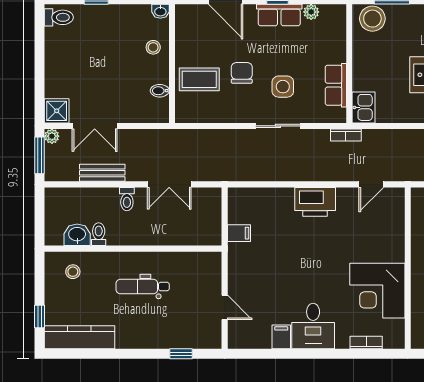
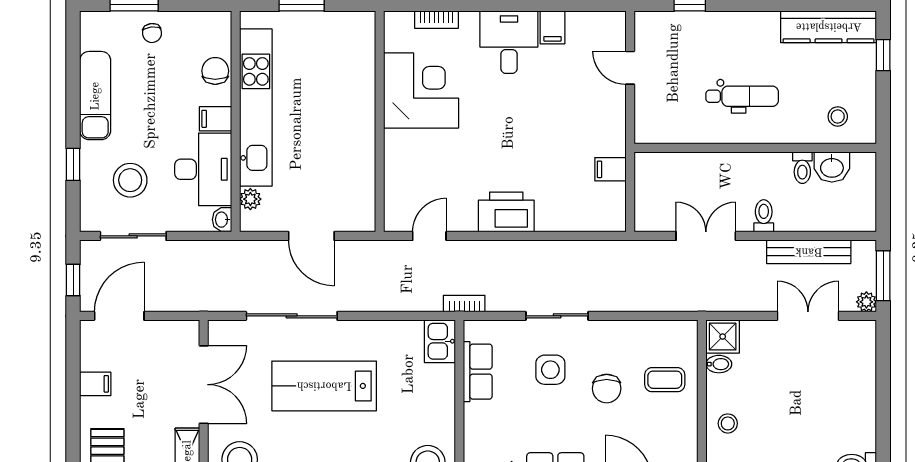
coffee table: (199, 79) -> (665, 380), width x0.73, depth x0.77
shower: (57, 111) -> (723, 337), moved
bench: (102, 173) -> (809, 252), width x1.36

